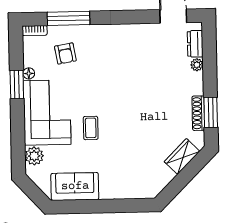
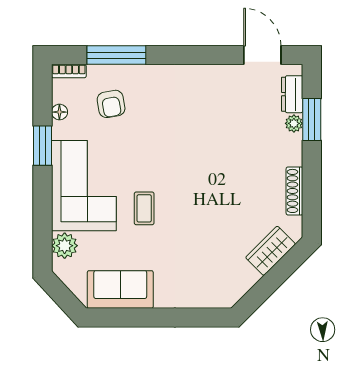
floor lamp: (29, 73) -> (59, 112), moved
window: (211, 112) -> (312, 120), moved

